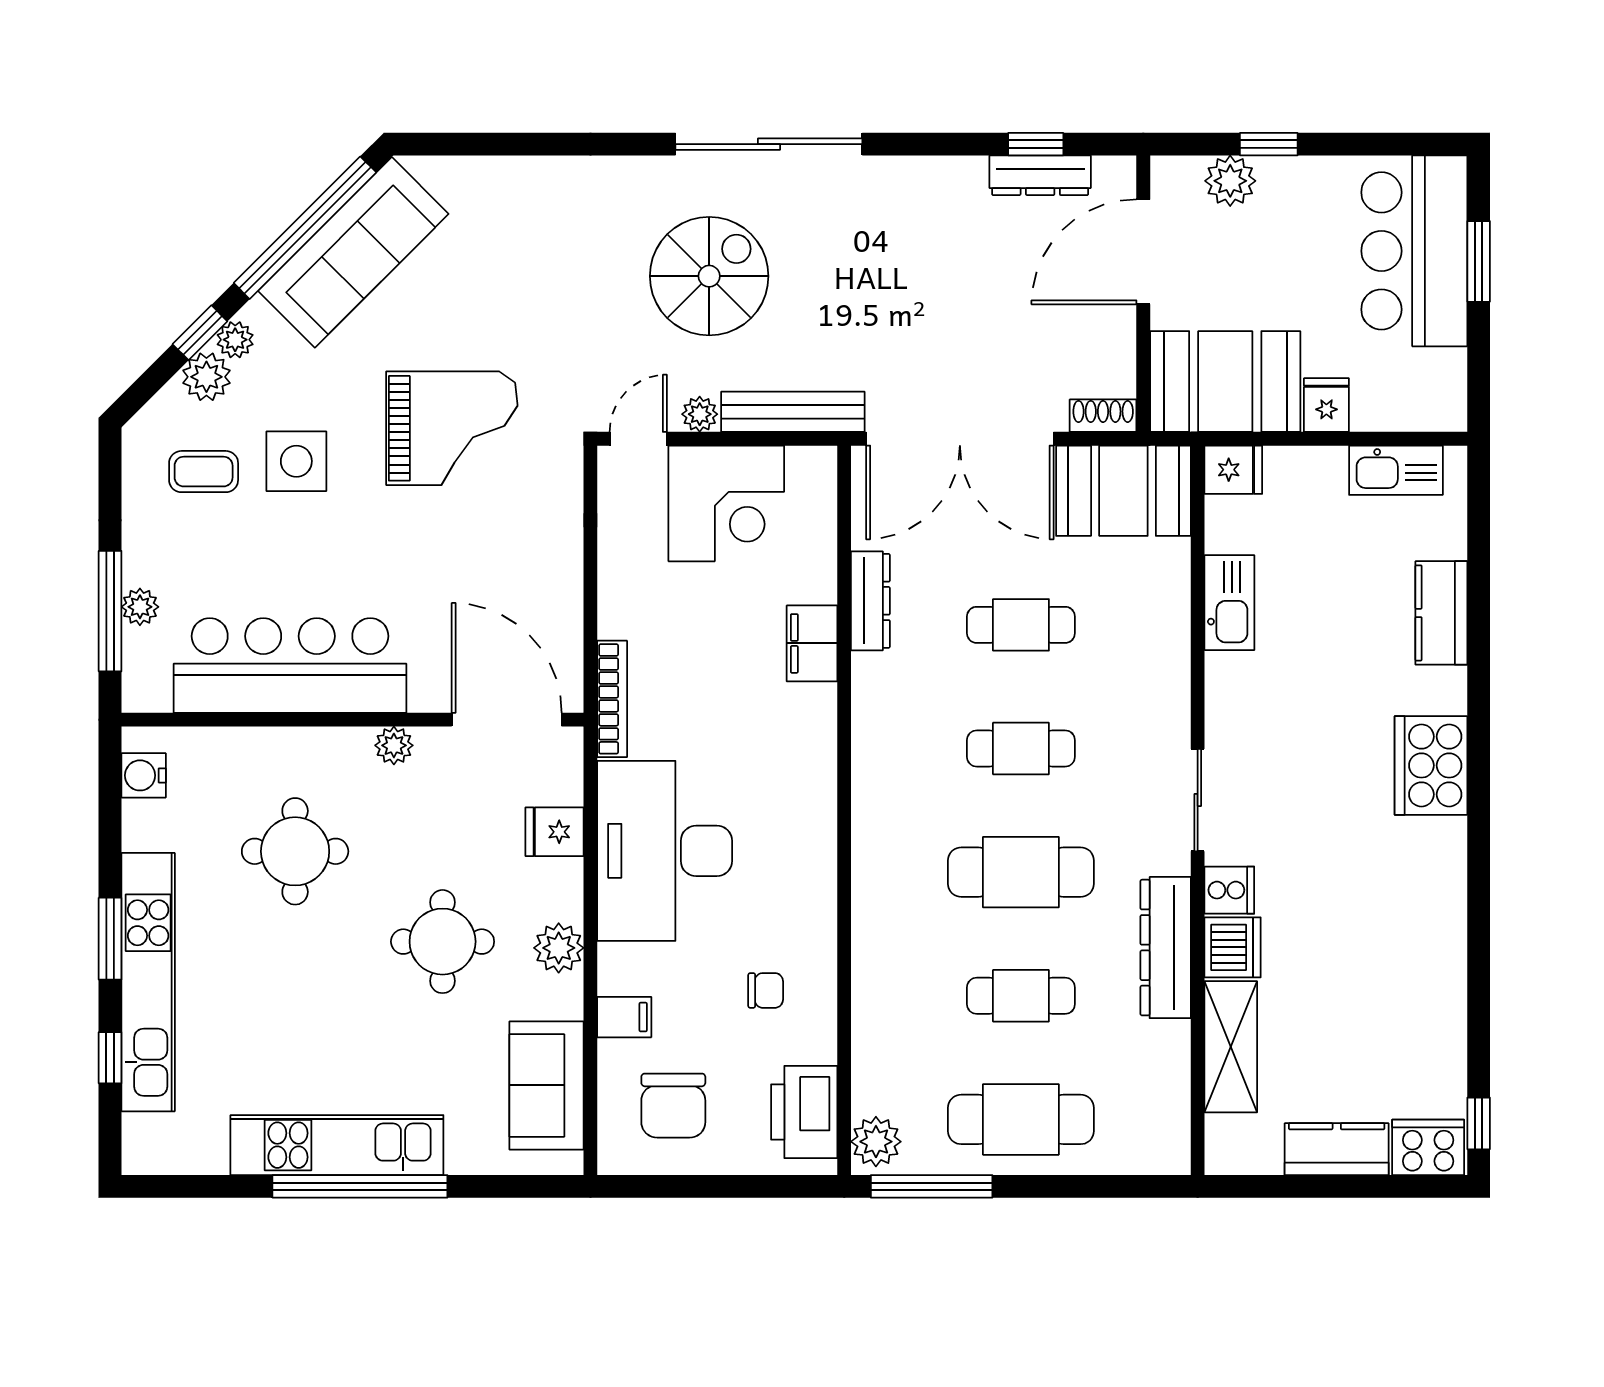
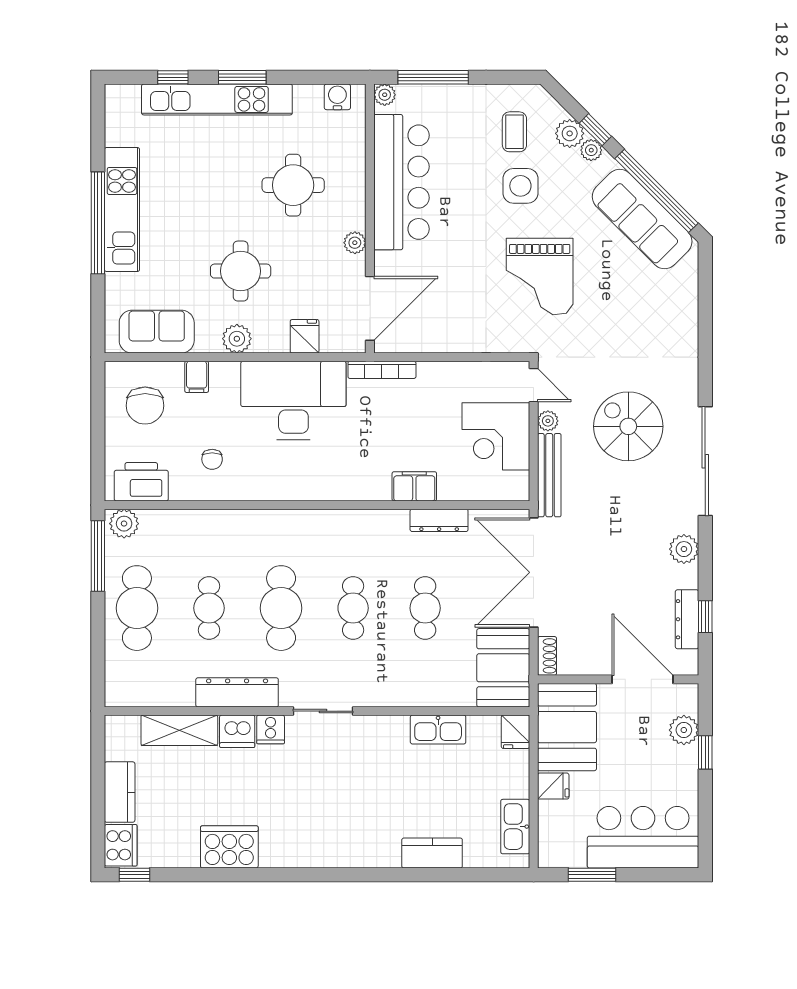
plant: (920, 181) -> (684, 549), added
window: (1479, 261) -> (592, 875), moved
spiral stairs: (709, 276) -> (628, 426), turned 180
plant: (140, 607) -> (385, 95), moved
cooker: (1431, 765) -> (229, 847), moved
chair: (673, 1106) -> (145, 406), turned -90

